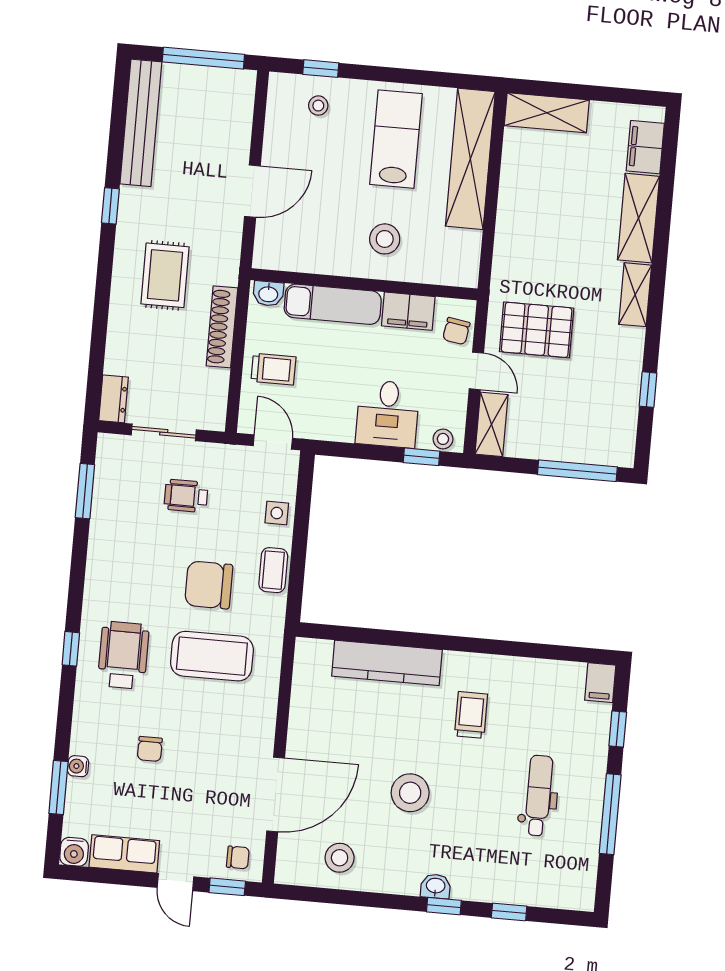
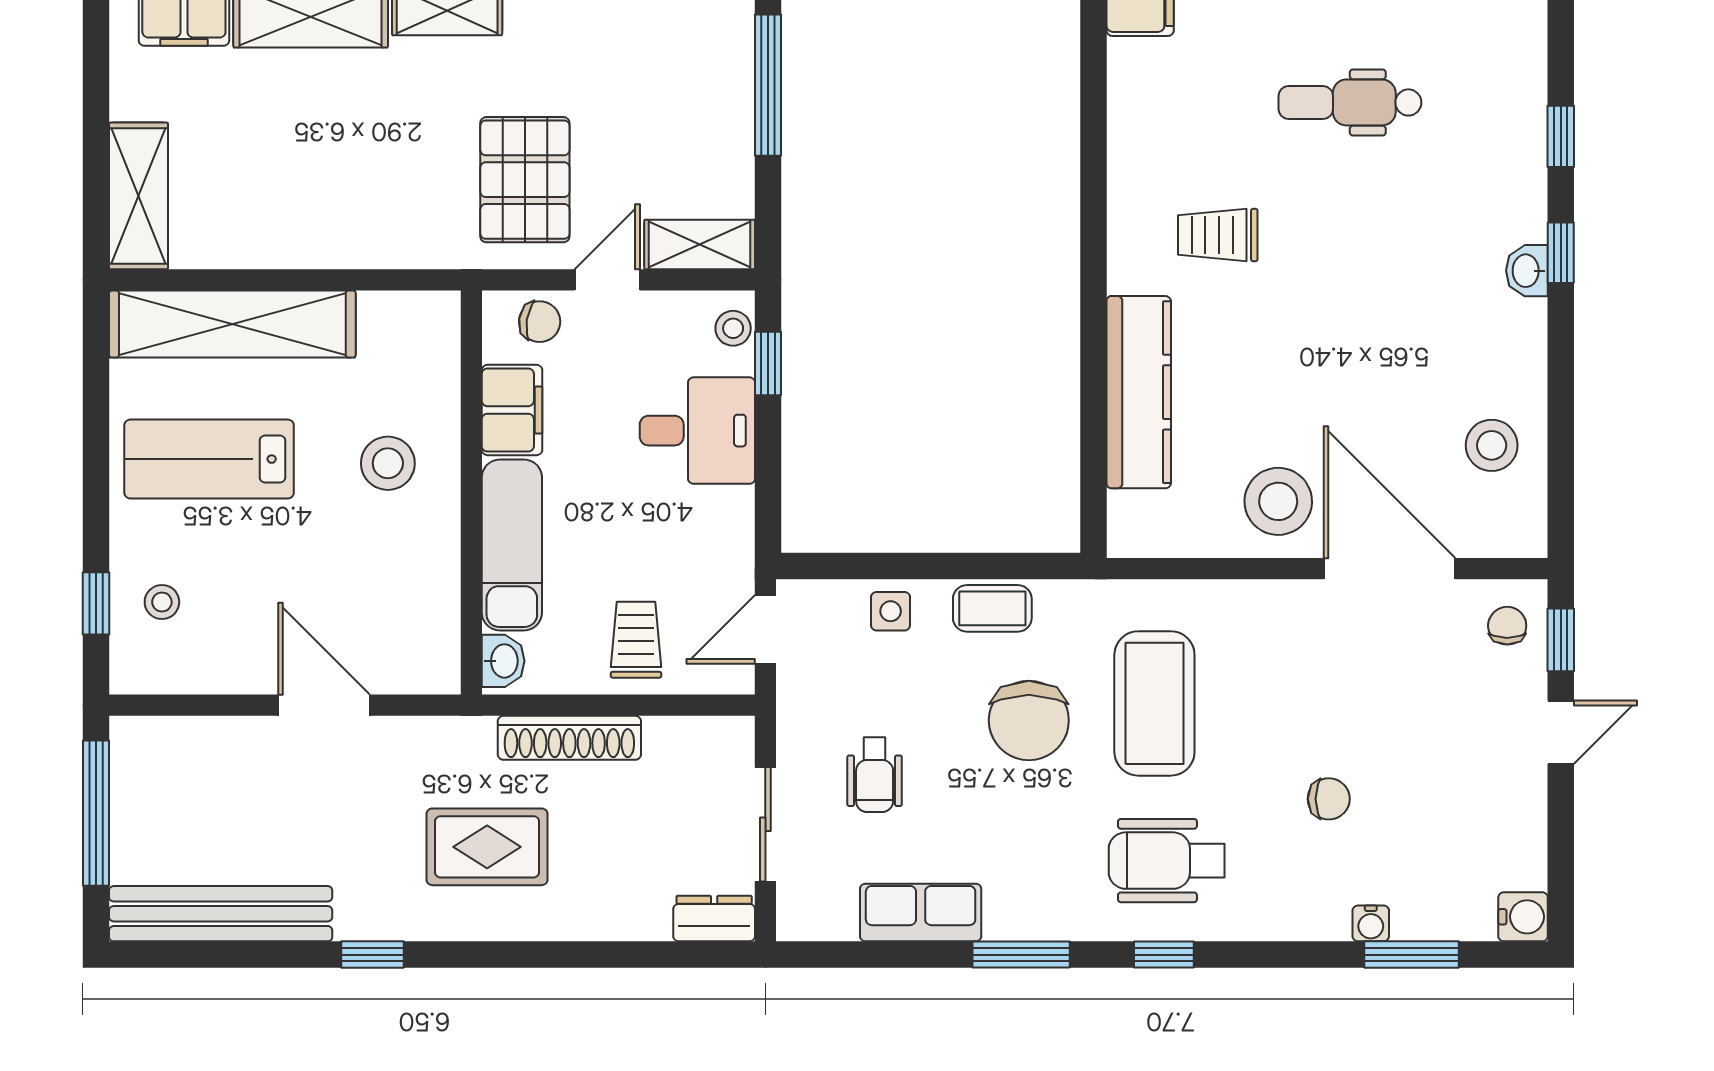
window: (85, 491) -> (1021, 955), moved
stool: (410, 793) -> (1278, 501), moved
row of seats: (124, 854) -> (921, 913), moved, turned 90

